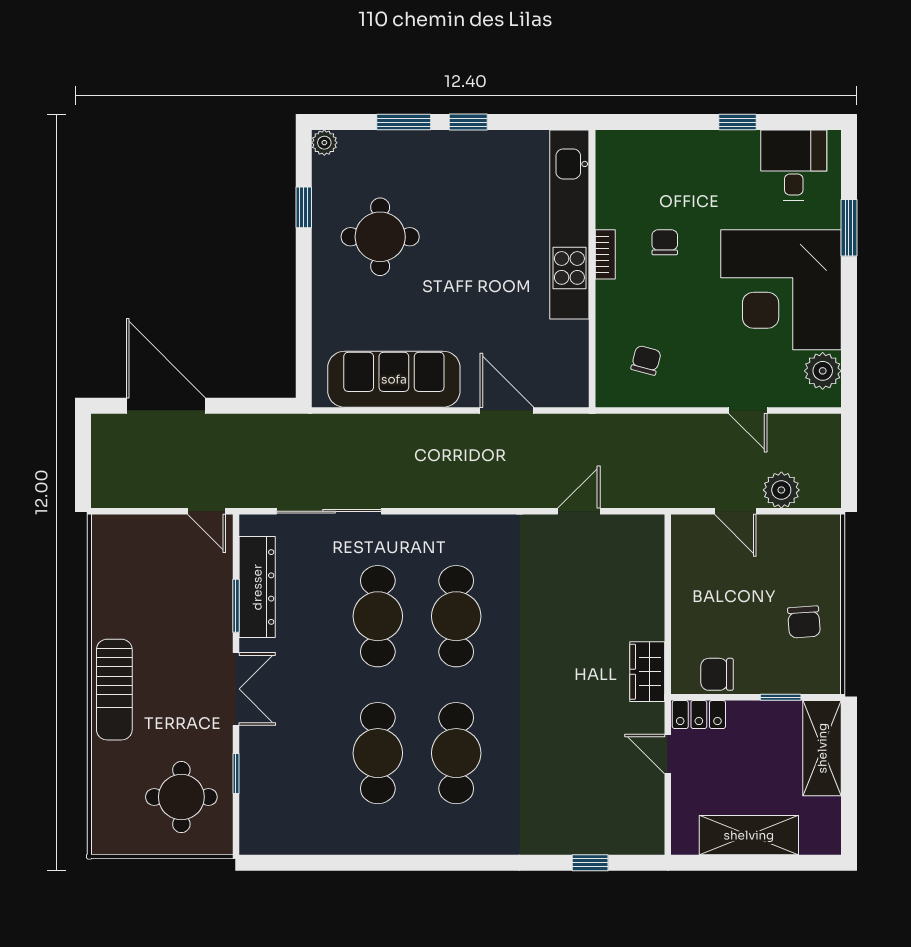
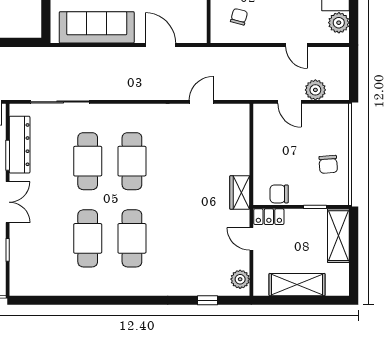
plant: (648, 825) -> (240, 279), added

